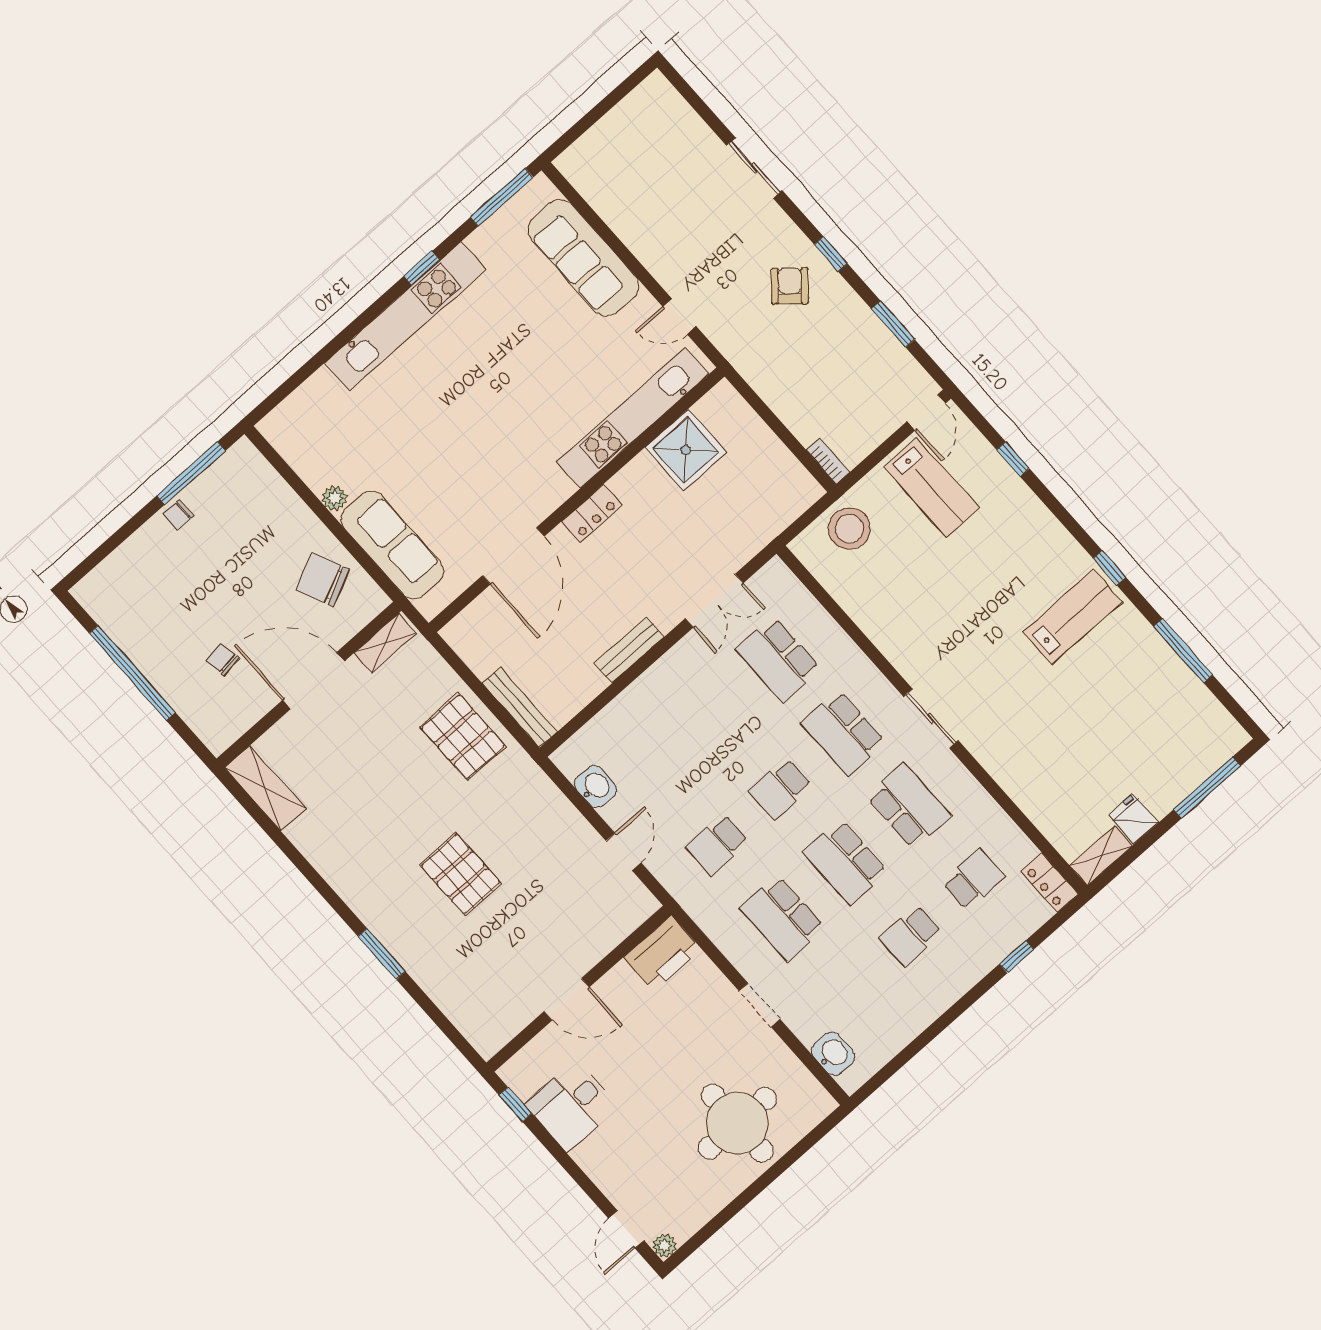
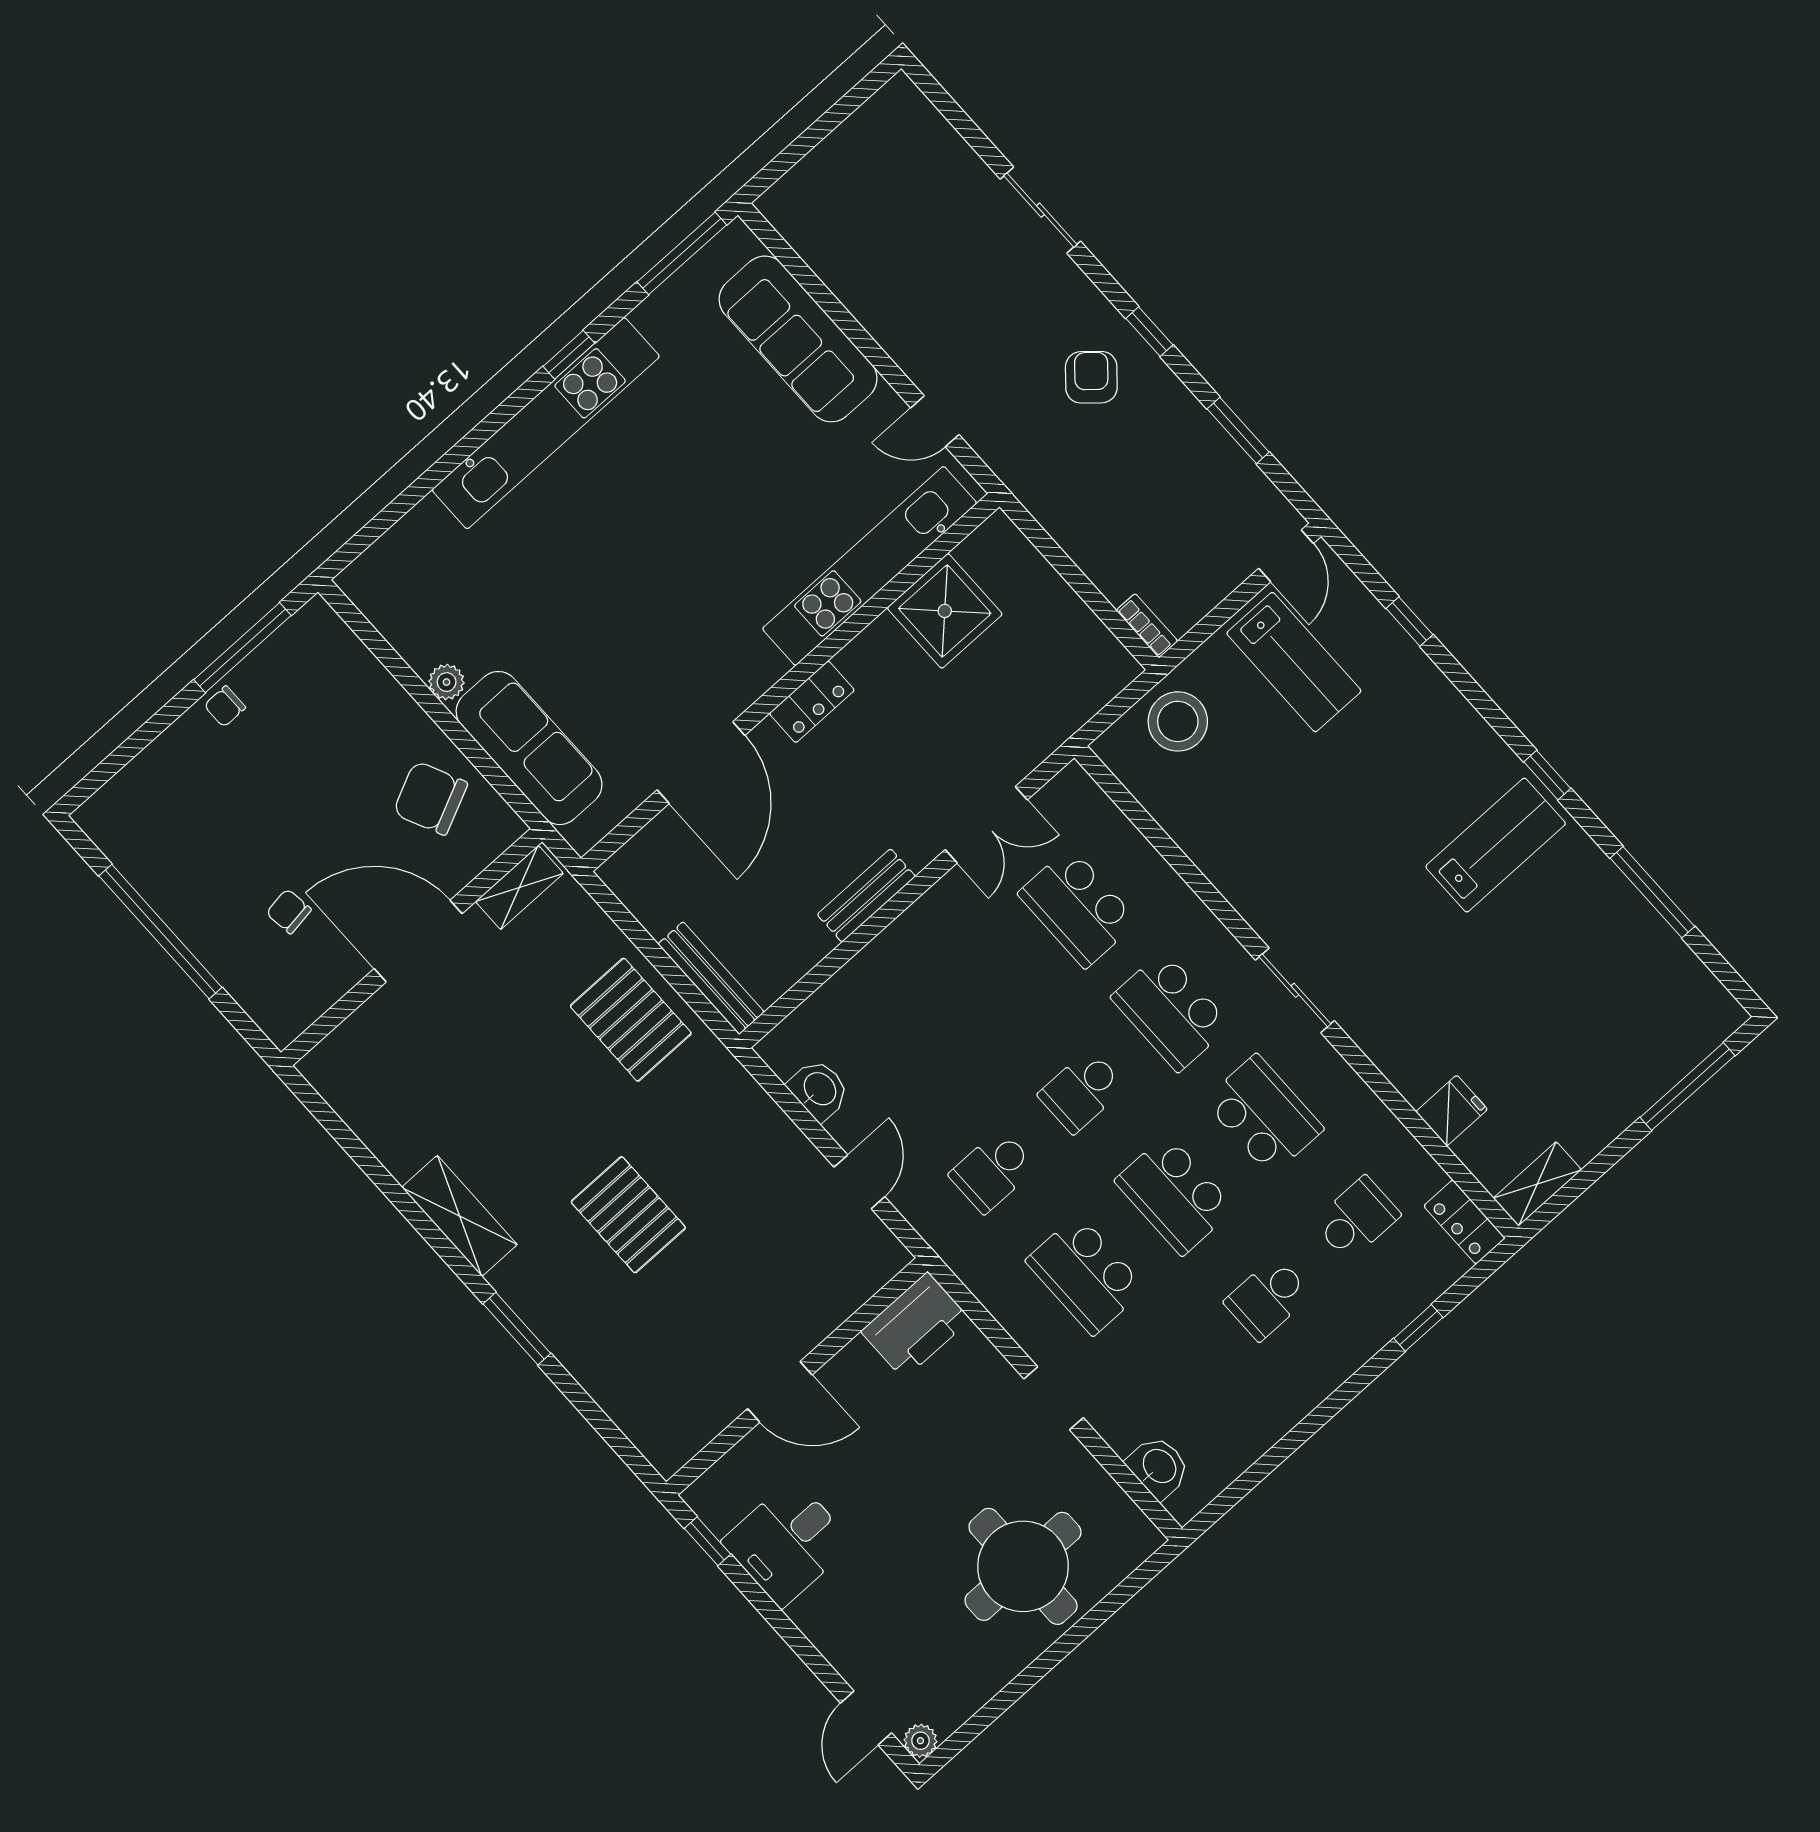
shelving: (265, 788) -> (460, 1216), moved
fridge: (1133, 819) -> (1452, 1111), moved, turned 90

